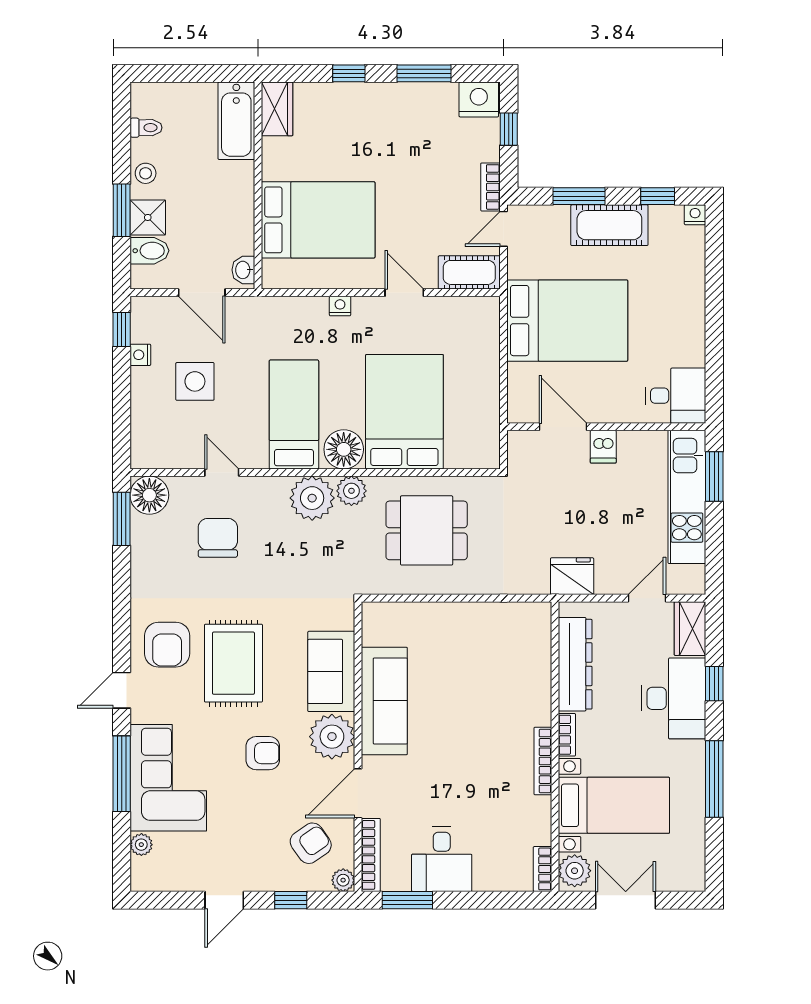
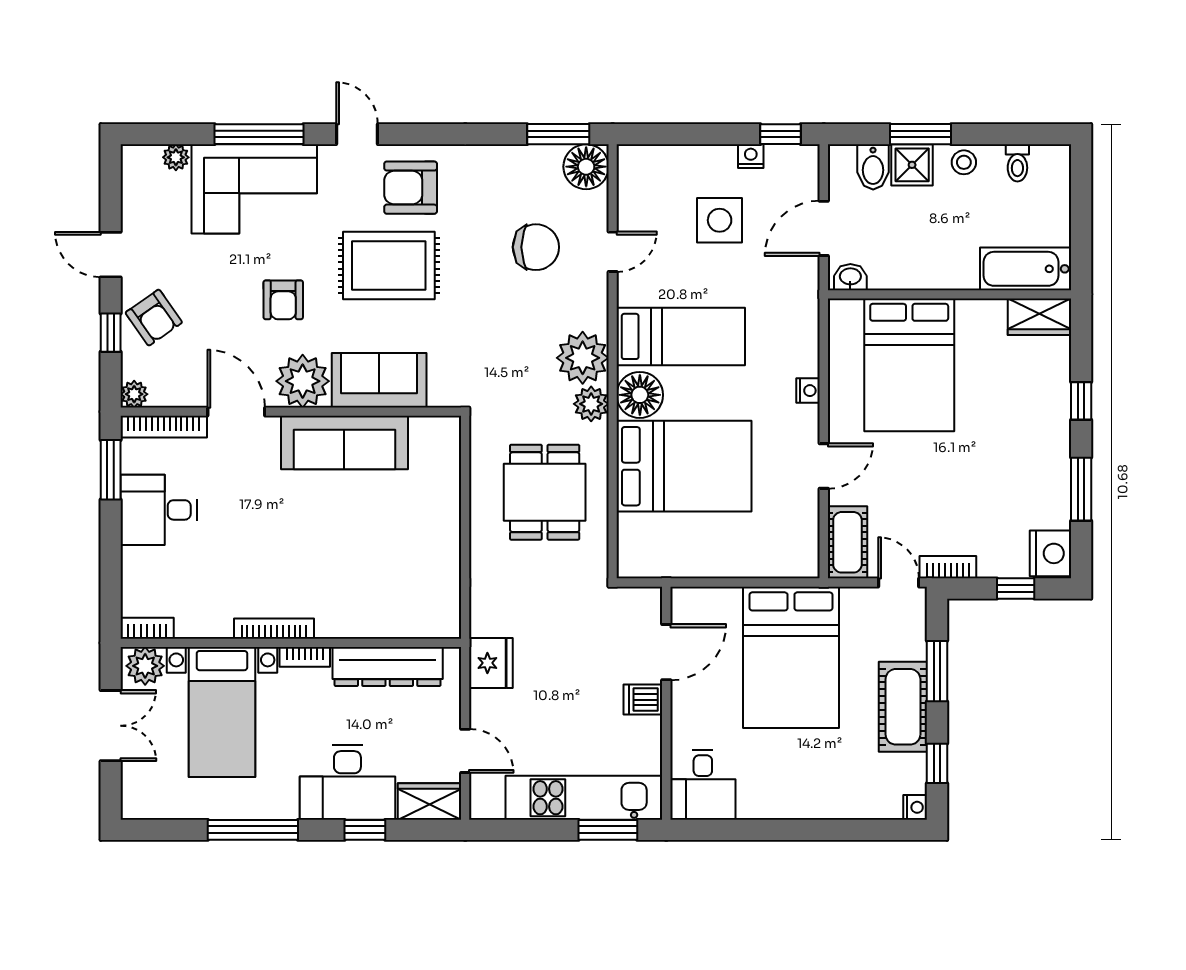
armchair: (311, 843) -> (154, 318), moved

